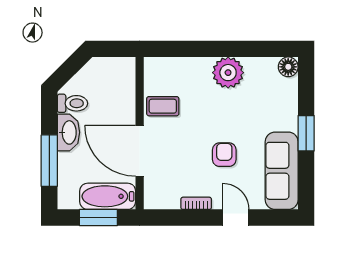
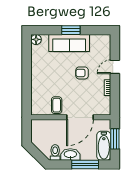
plant: (228, 73) -> (39, 71), removed
sofa: (282, 171) -> (69, 43), moved
bathtub: (108, 196) -> (104, 146), moved

